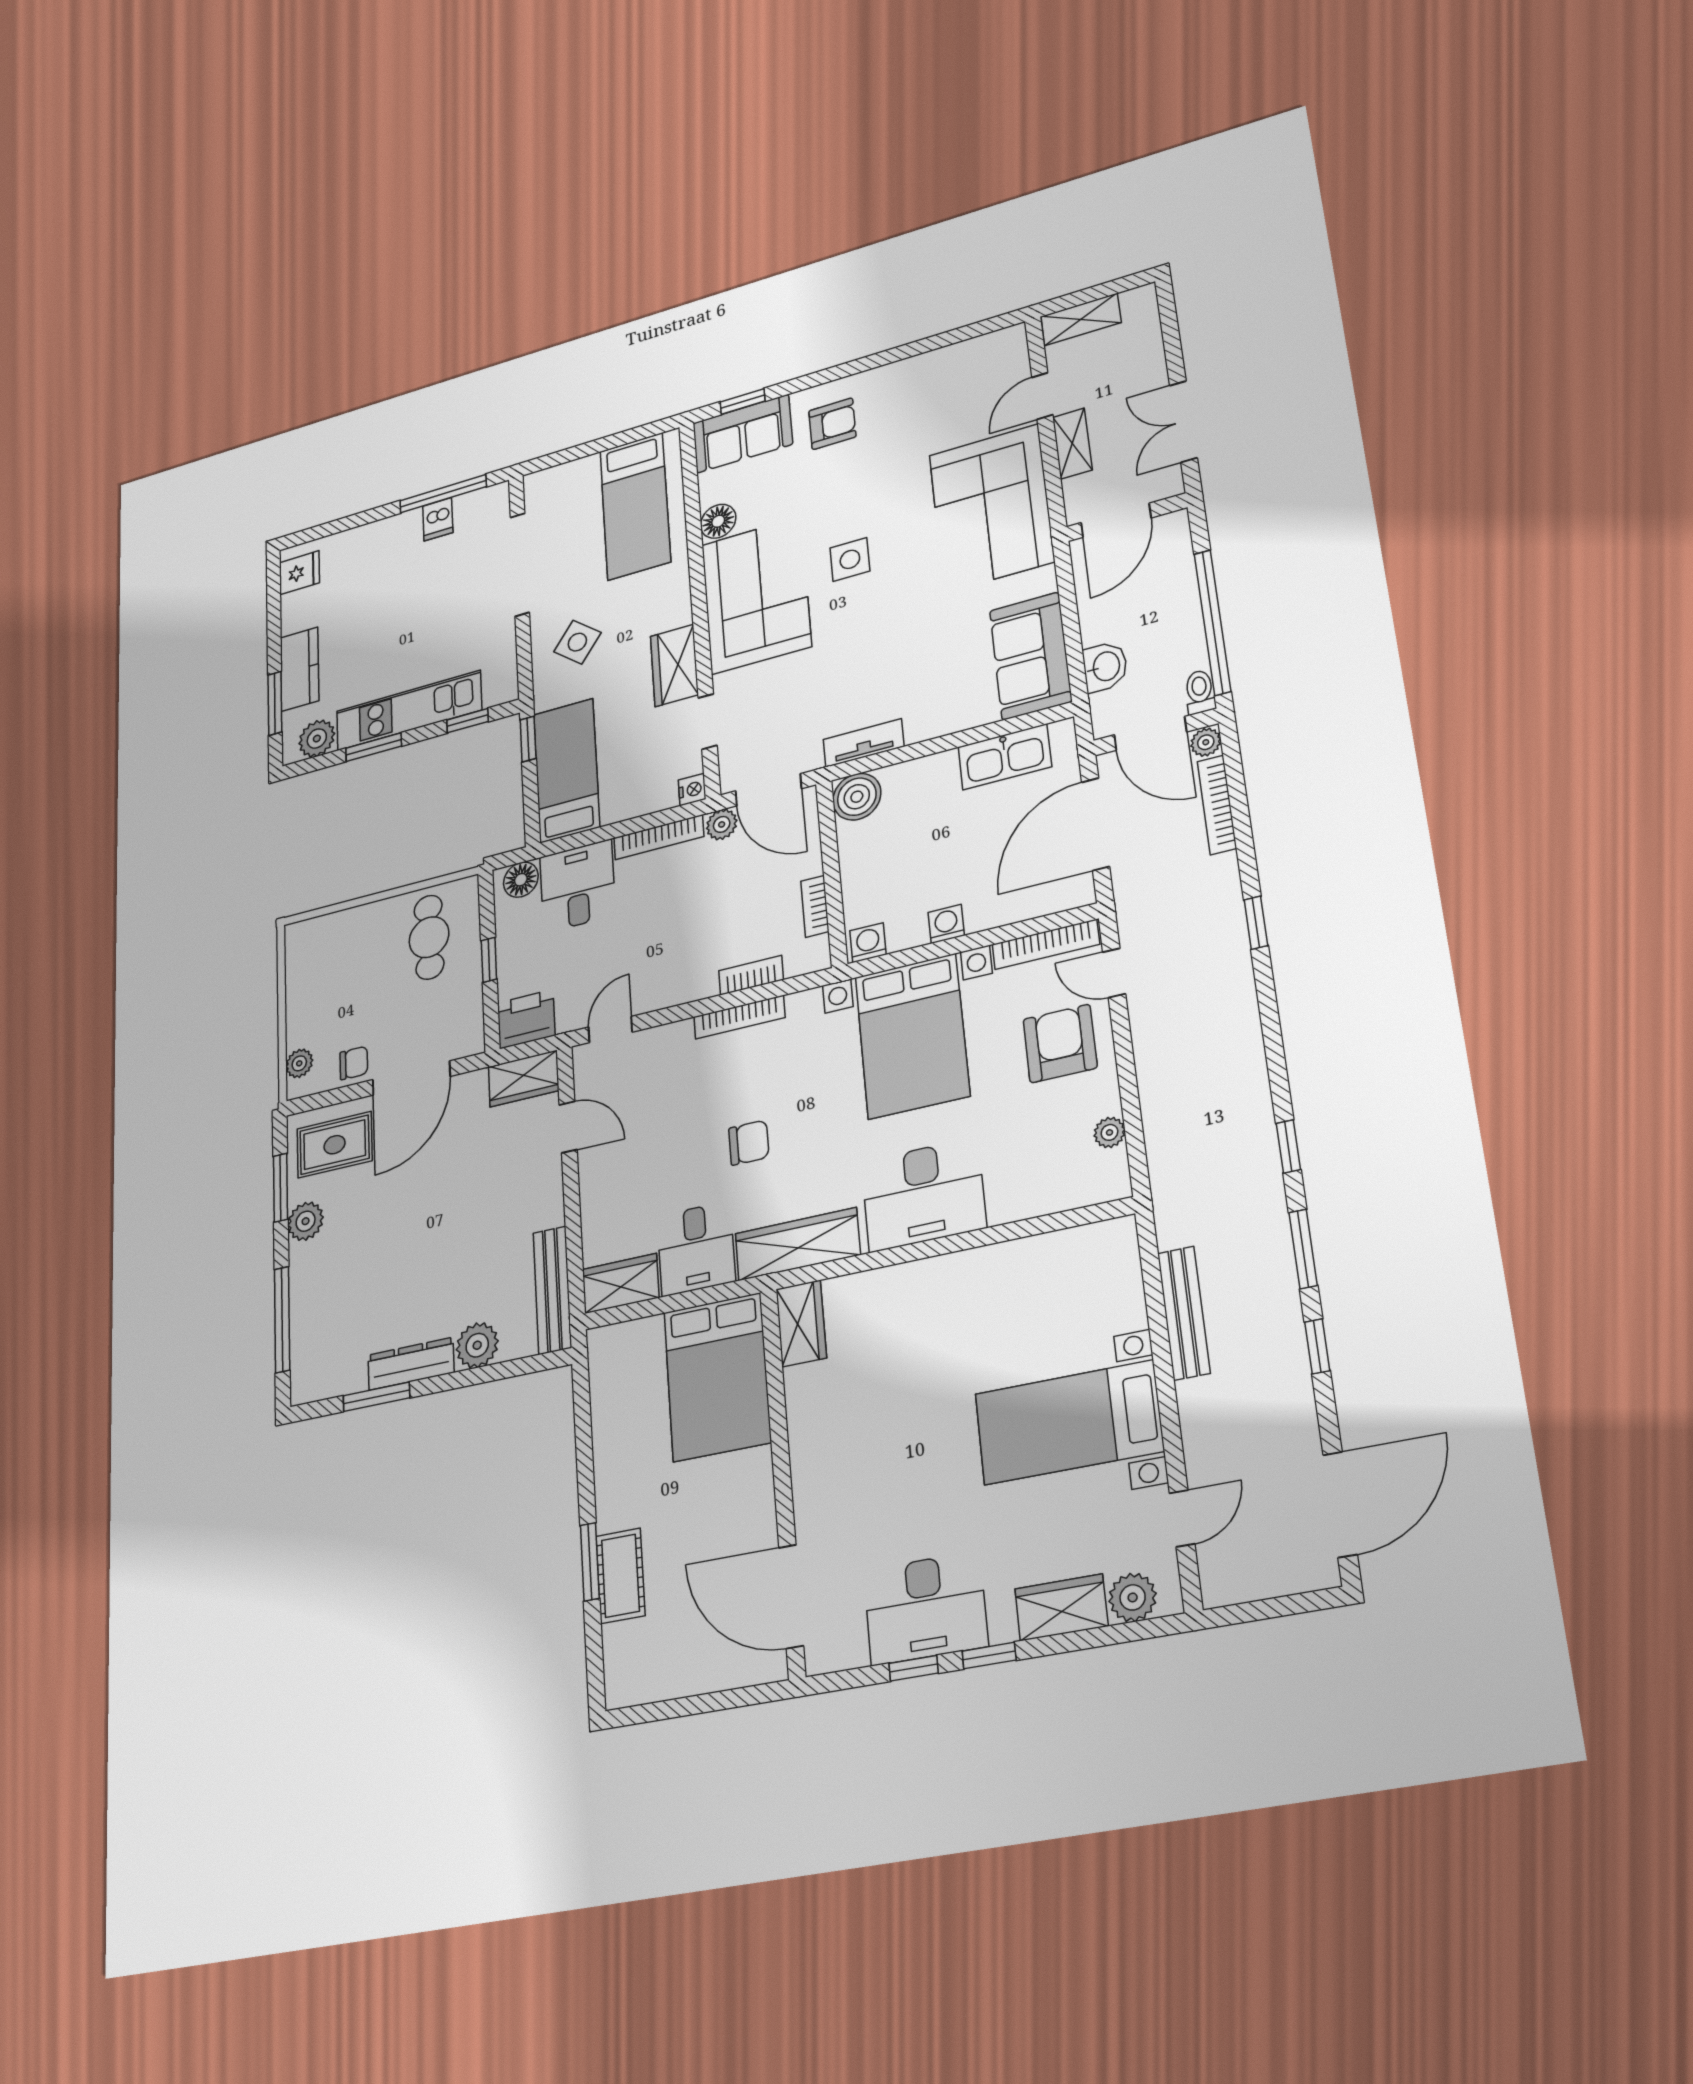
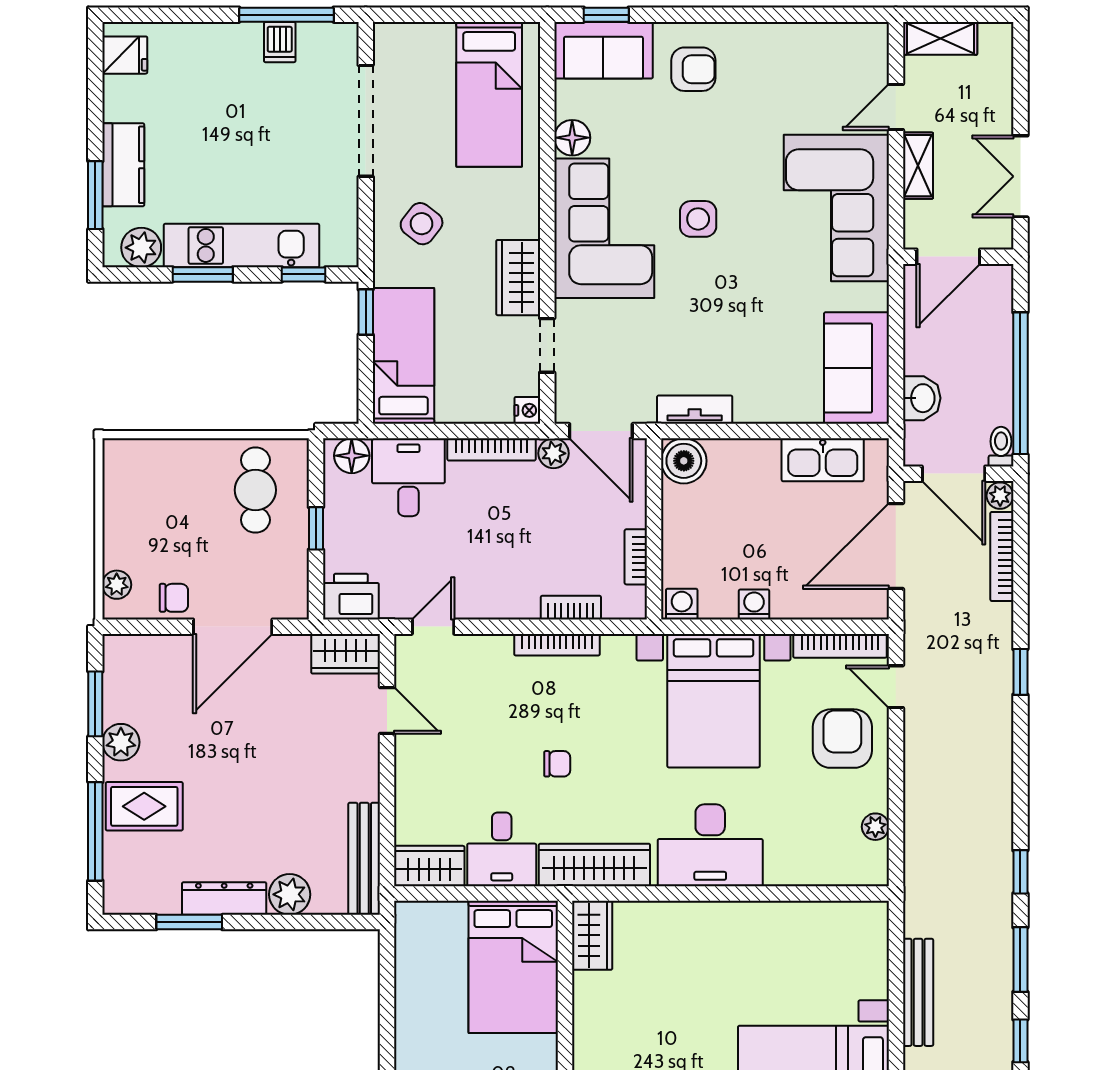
chair: (749, 1143) -> (557, 764), width x0.73, depth x0.73
rug: (335, 1145) -> (144, 806), moved

